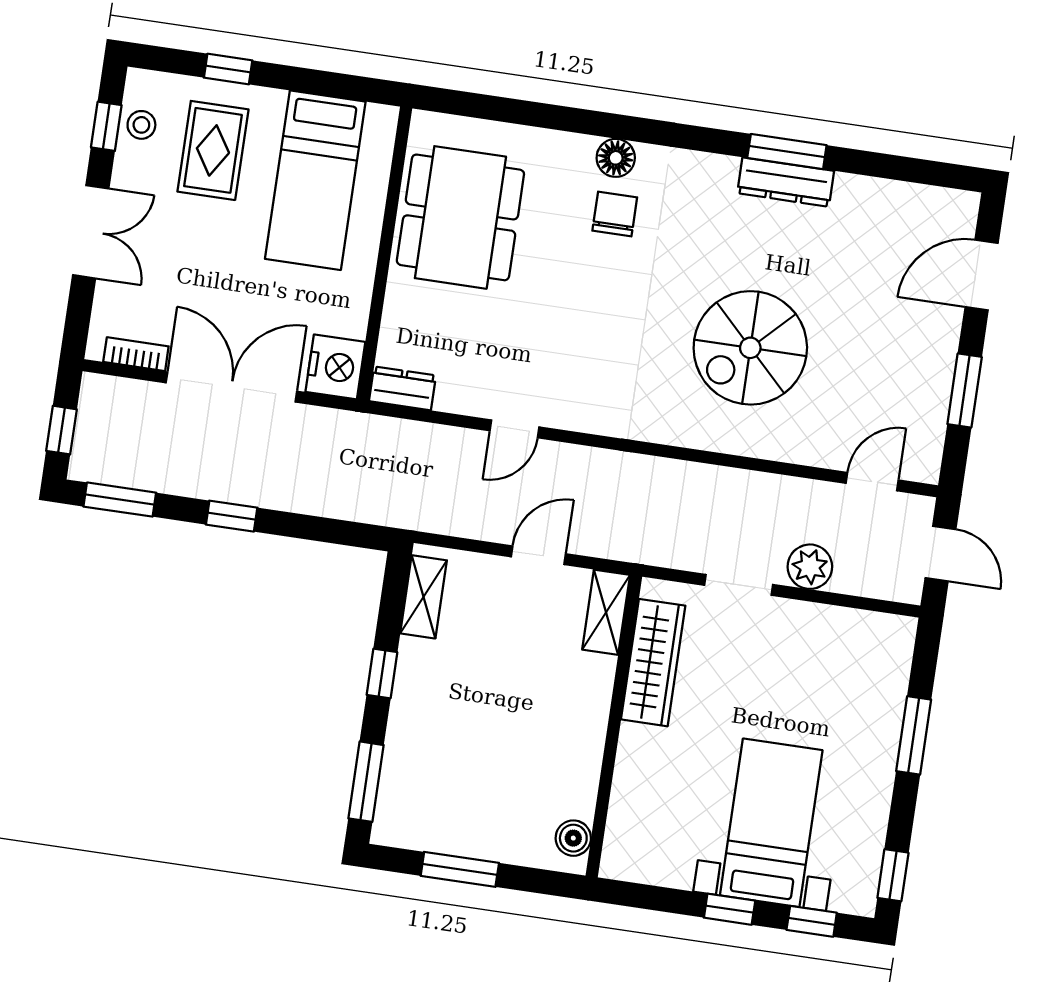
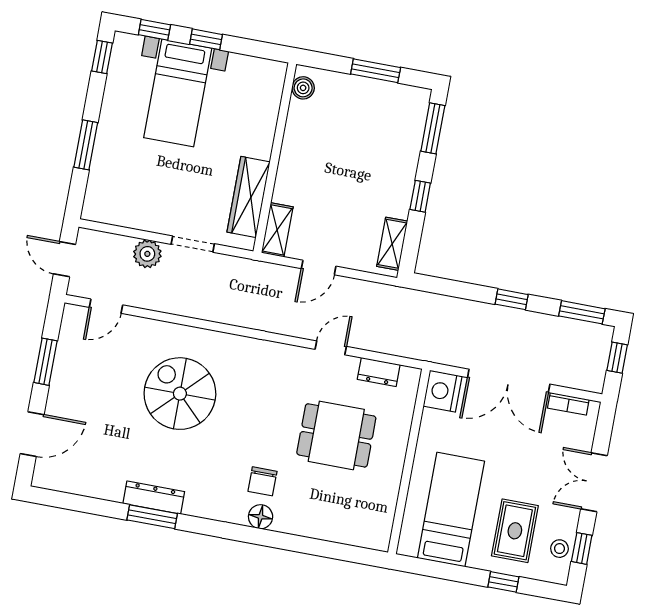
dining table: (460, 217) -> (336, 435), moved, width x0.73
spiral stairs: (750, 348) -> (180, 394), turned -90
dresser: (402, 388) -> (379, 372), moved

